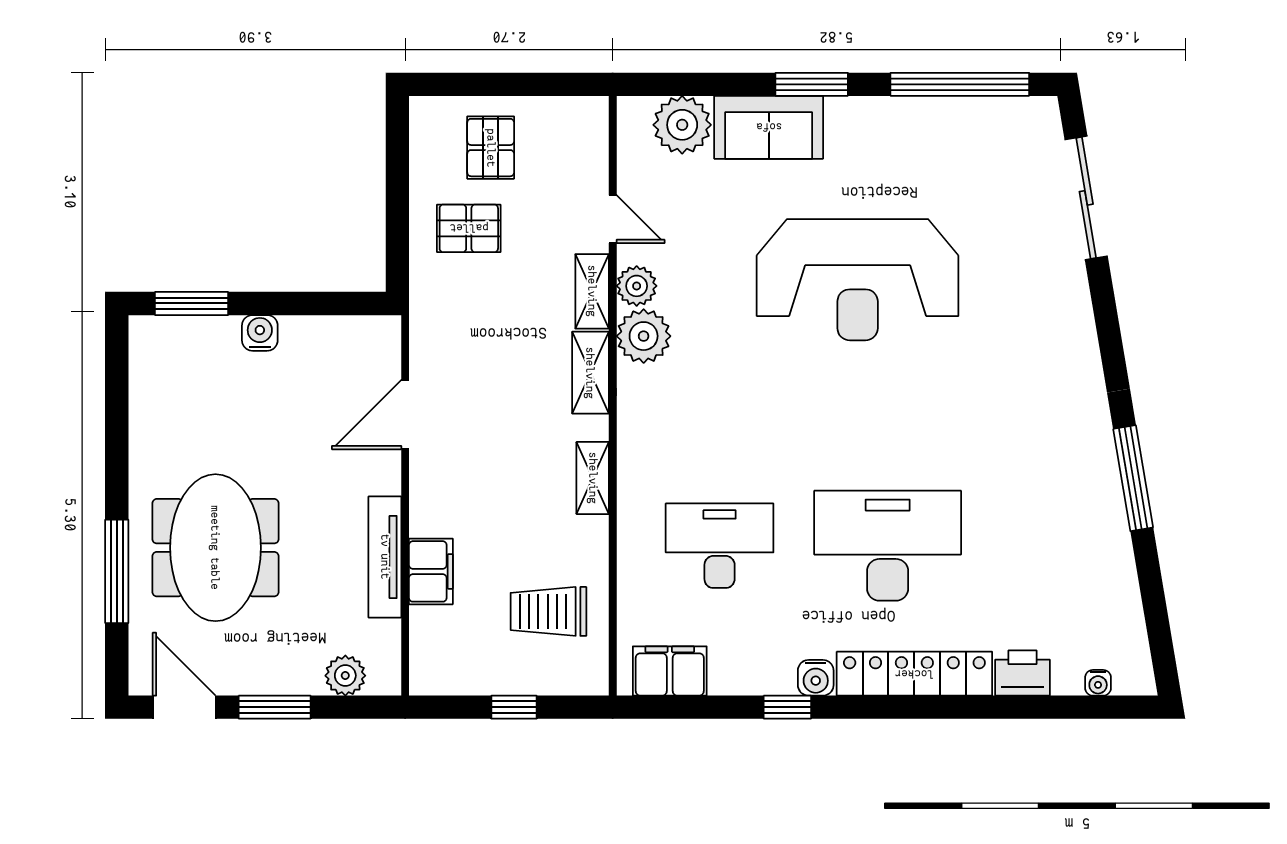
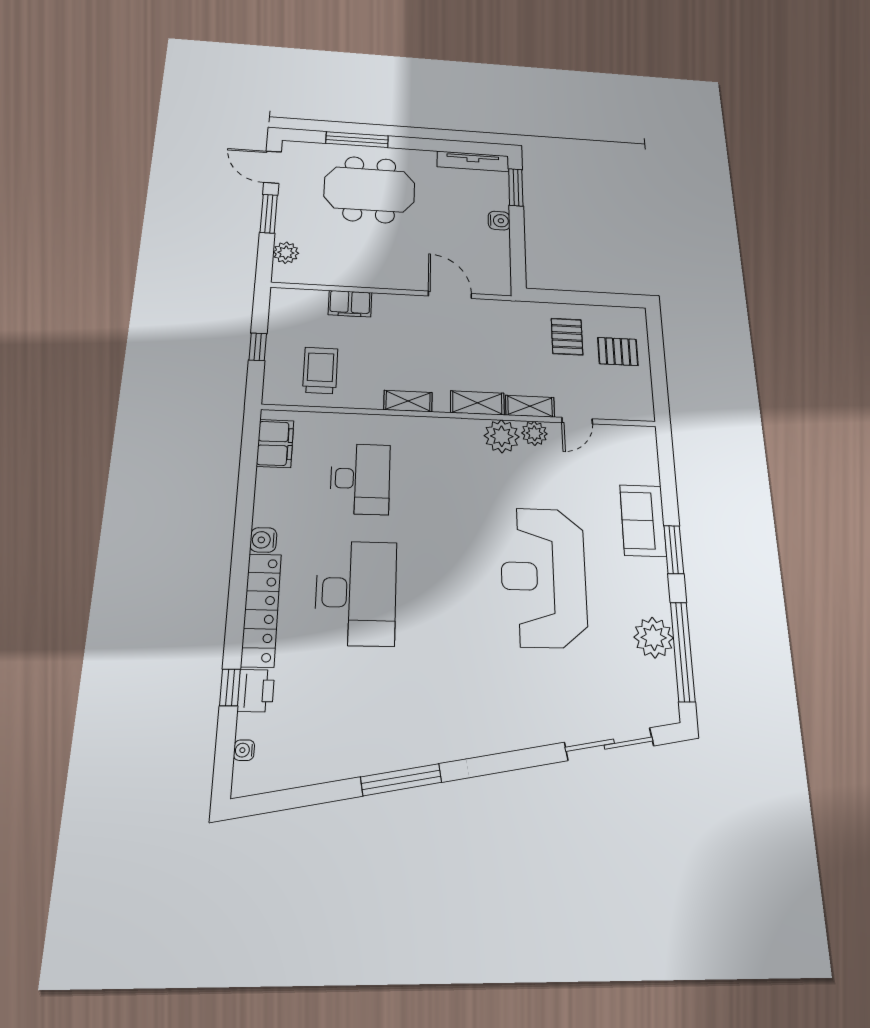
plant: (682, 125) -> (654, 638), moved
tv unit: (385, 557) -> (473, 161), moved, turned 180
door: (184, 707) -> (273, 167), swing flipped
window: (787, 707) -> (230, 687), moved

